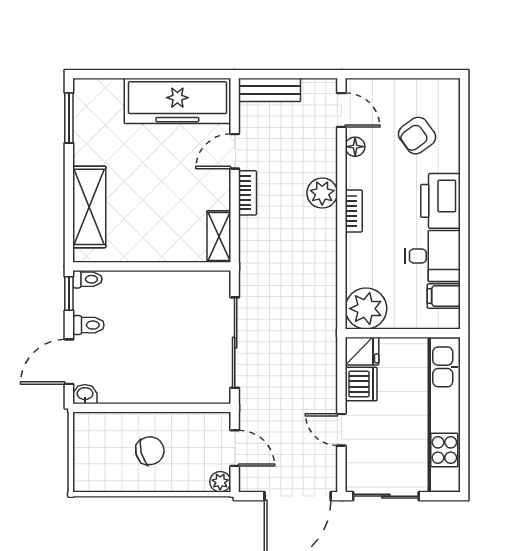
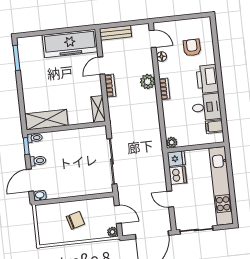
armchair: (417, 136) -> (192, 48), turned 125
shelving: (89, 207) -> (47, 120), moved, turned 90
plant: (366, 309) -> (172, 142), width x0.53, depth x0.53

